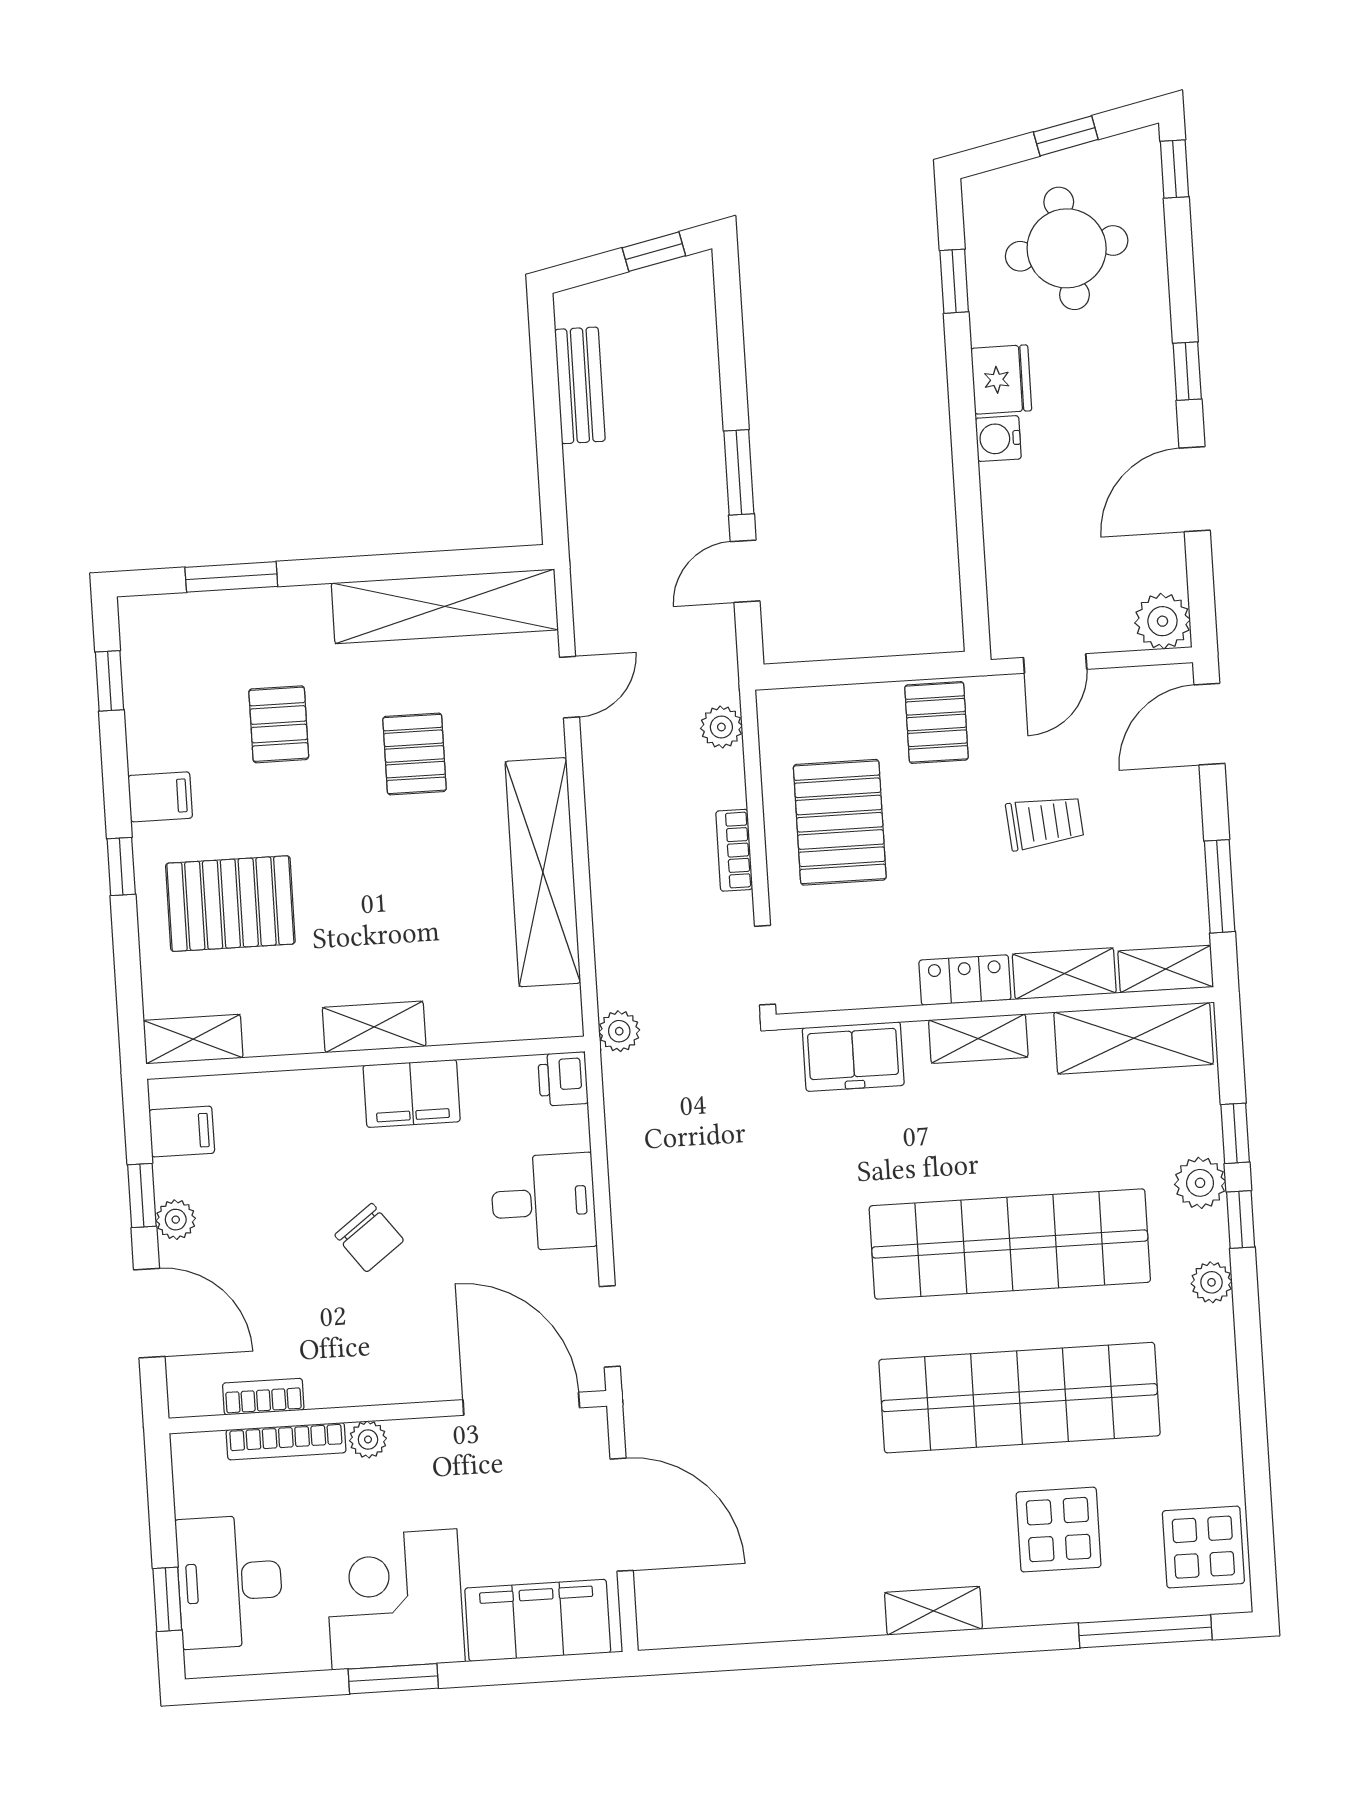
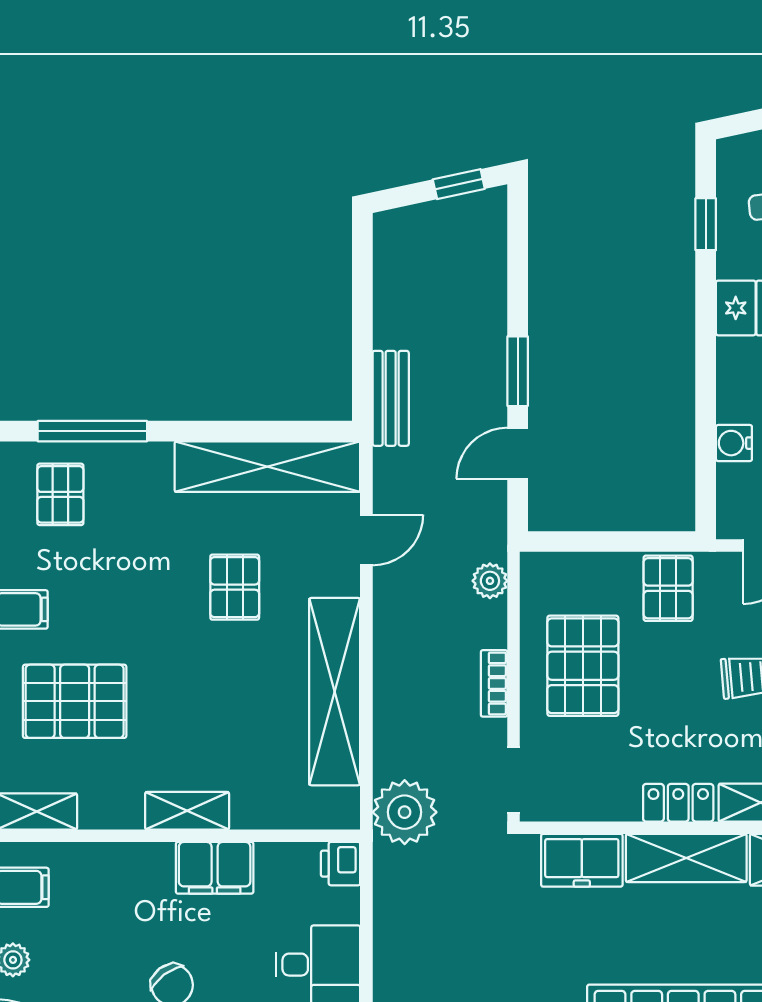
bench: (580, 385) -> (391, 398), moved
water cooler: (998, 439) -> (734, 443), moved
window: (231, 577) -> (92, 431), width x1.44
pallet: (279, 724) -> (60, 494), moved
plant: (619, 1031) -> (405, 812), width x1.88, depth x1.88
shelving: (978, 1039) -> (686, 858), width x1.50, depth x1.33

